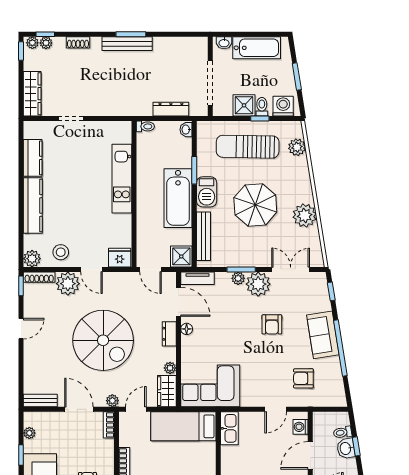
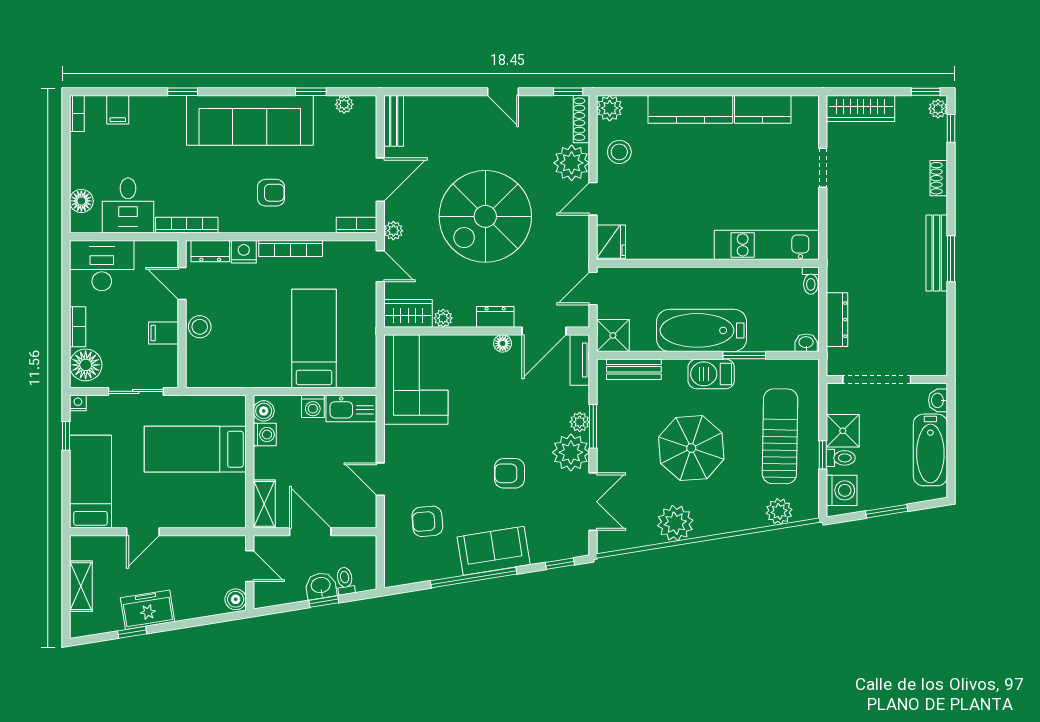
plant: (46, 43) -> (938, 129), removed
kitchen unit: (122, 179) -> (767, 245), moved
bench: (204, 236) -> (634, 369), width x0.73
armchair: (303, 378) -> (427, 521), turned -95
bed: (183, 426) -> (314, 338), moved
washing machine: (301, 427) -> (313, 406), moved, turned 180

